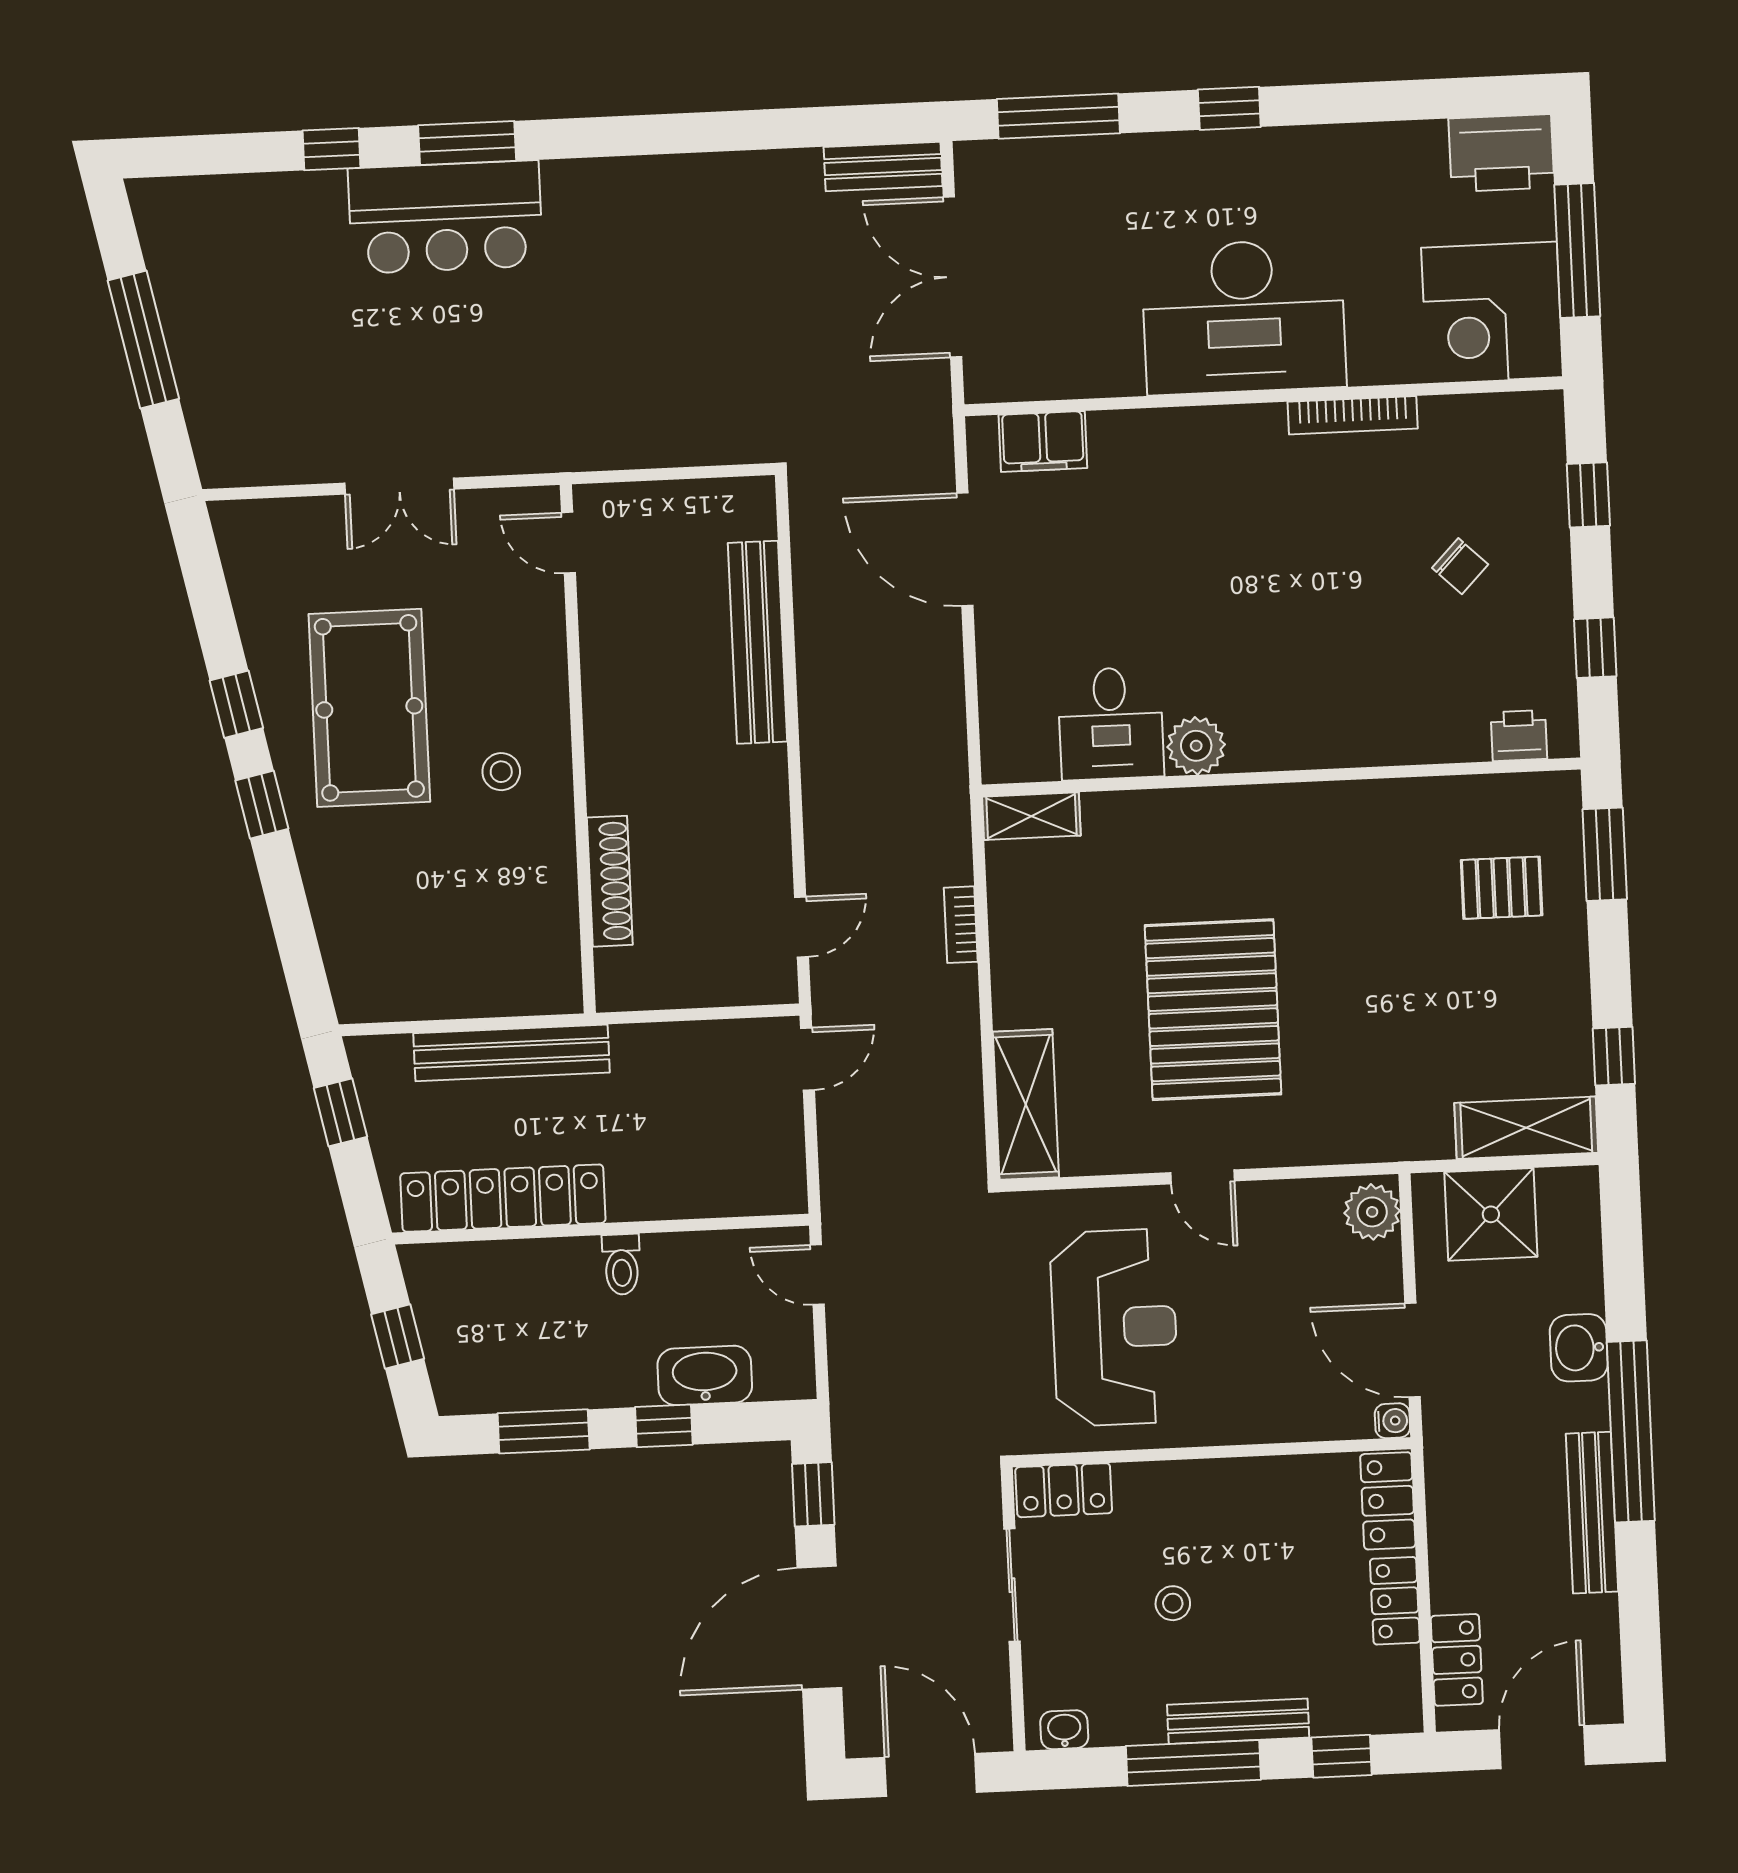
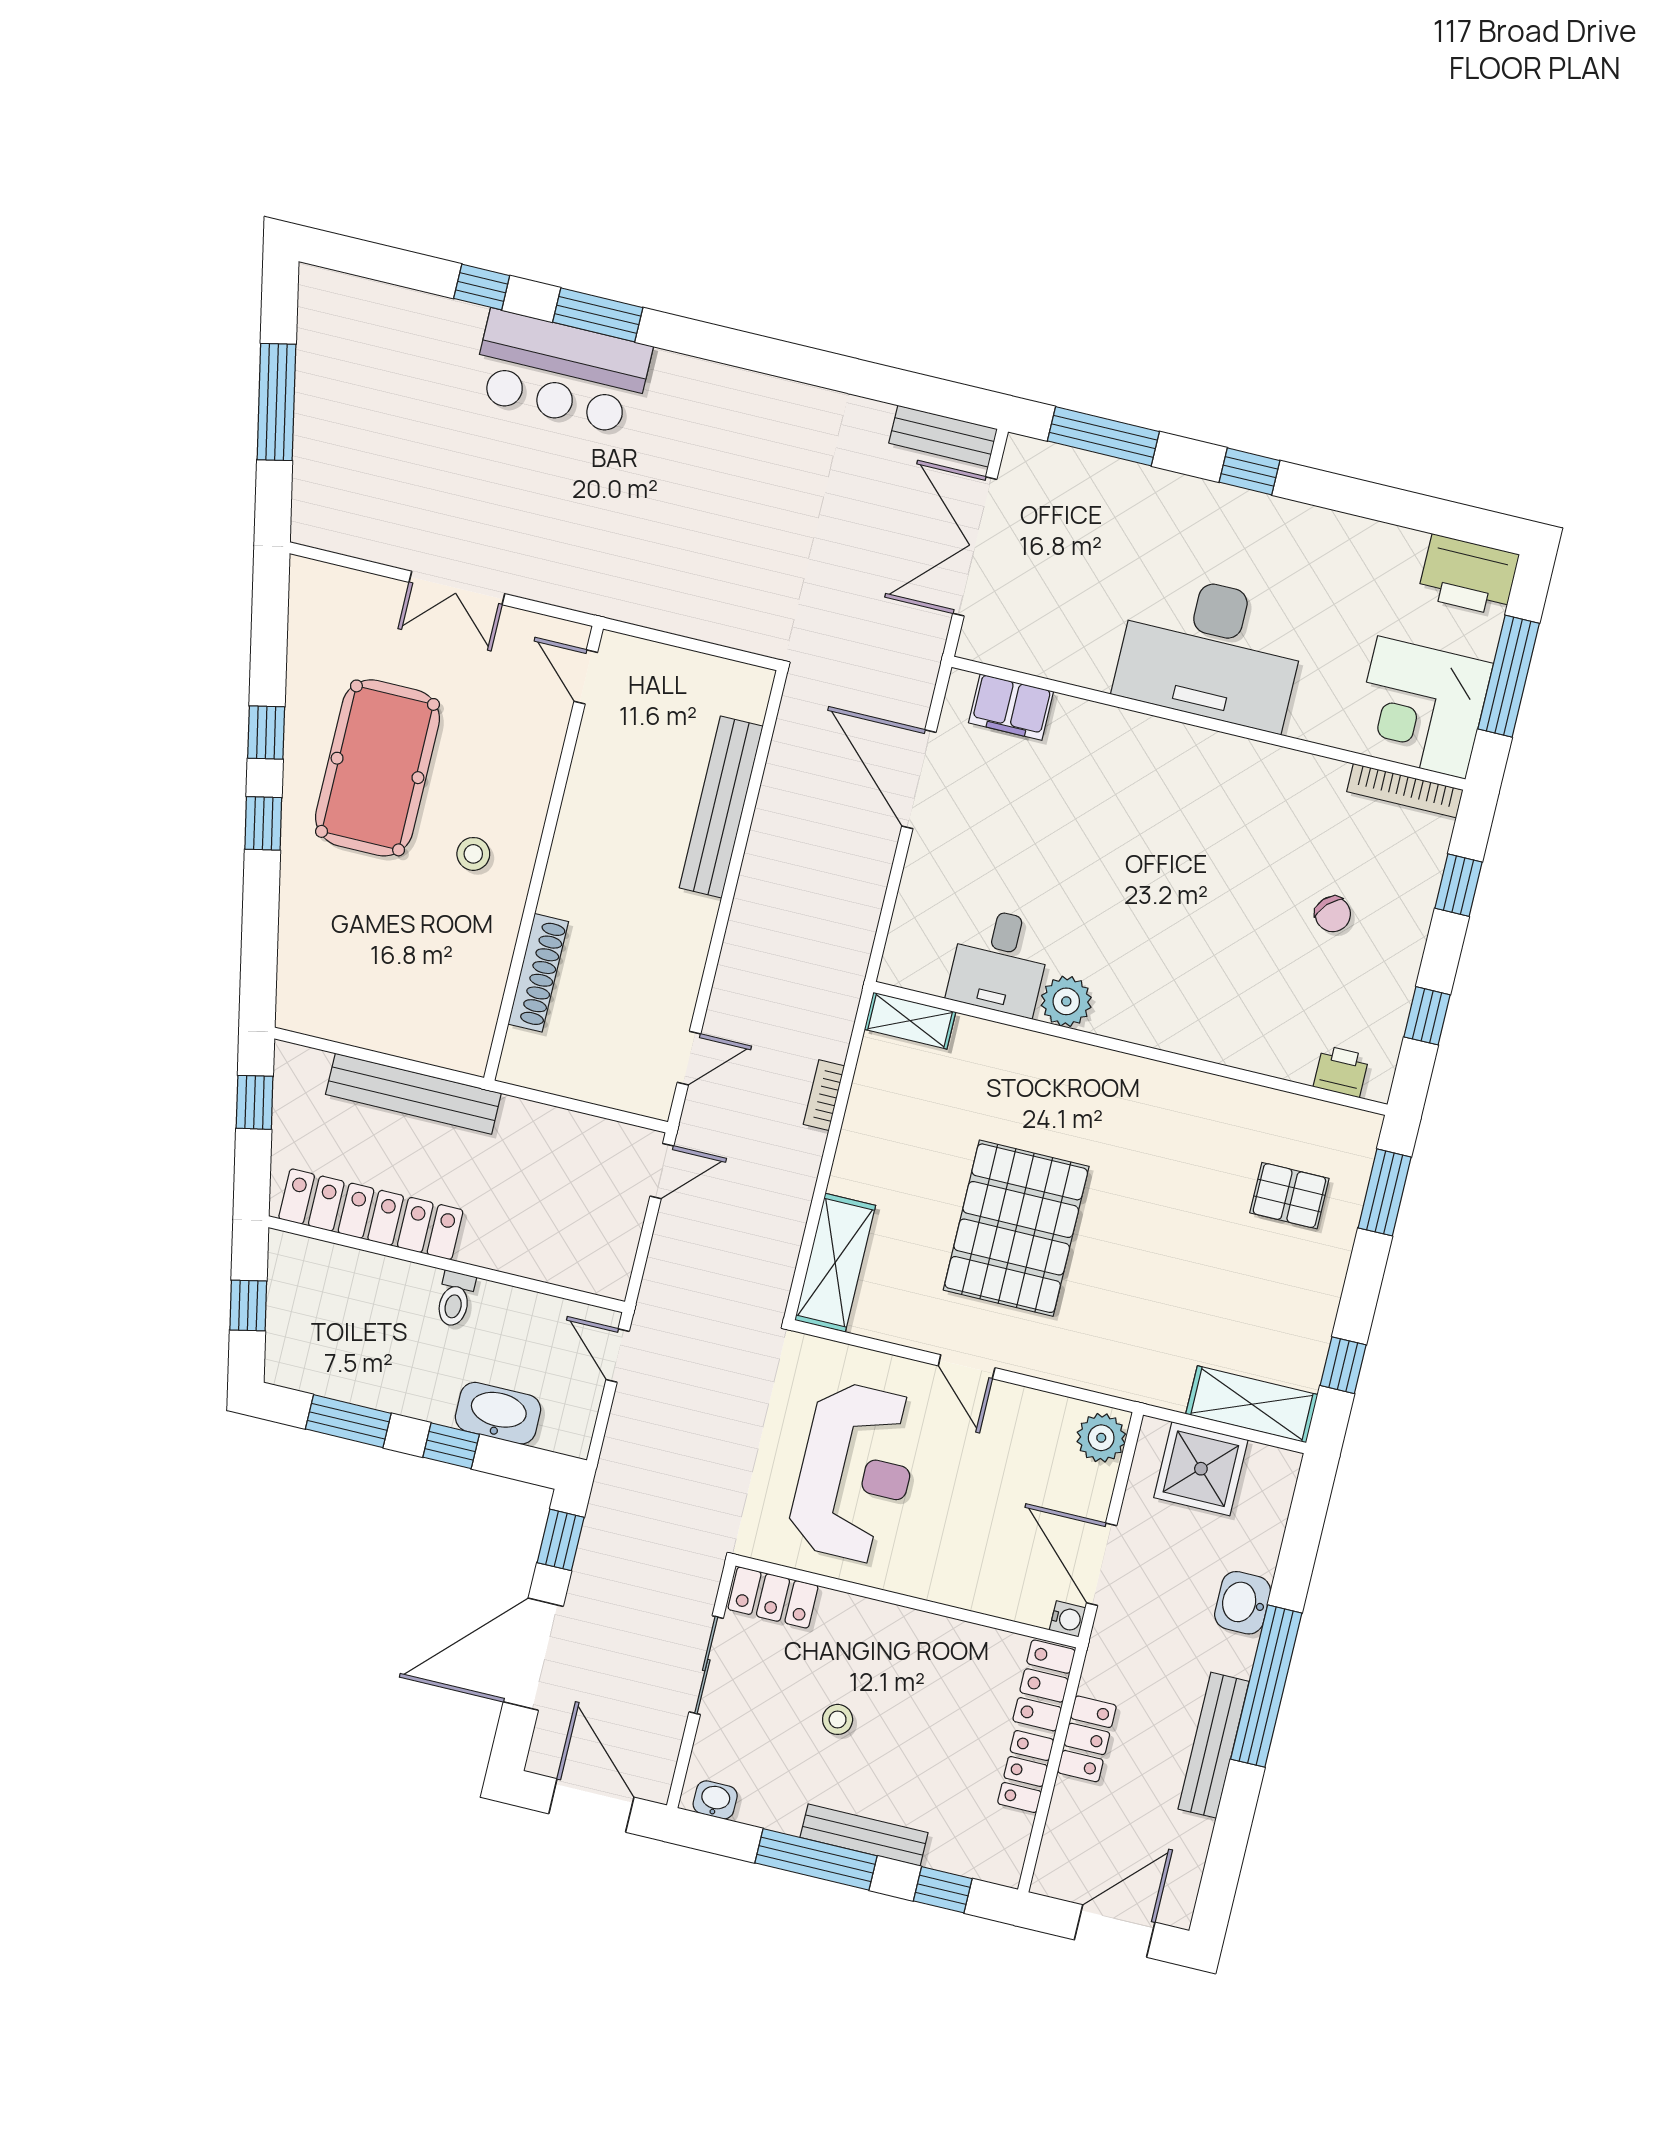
bookcase: (1353, 415) -> (1405, 791), moved
locker: (1457, 1660) -> (1087, 1739), moved

